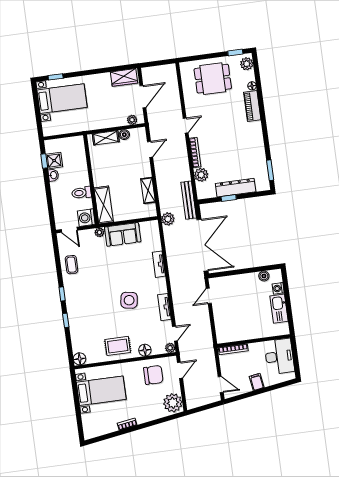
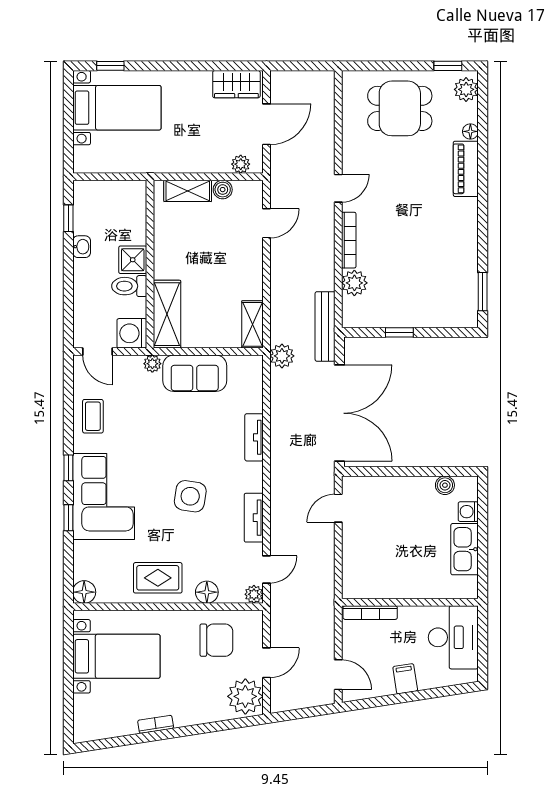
shower: (54, 161) -> (133, 260), moved
dresser: (236, 188) -> (415, 315), removed
shelving: (148, 191) -> (252, 324), moved
corner sofa: (83, 307) -> (104, 497), added
door: (180, 370) -> (266, 663), moved

